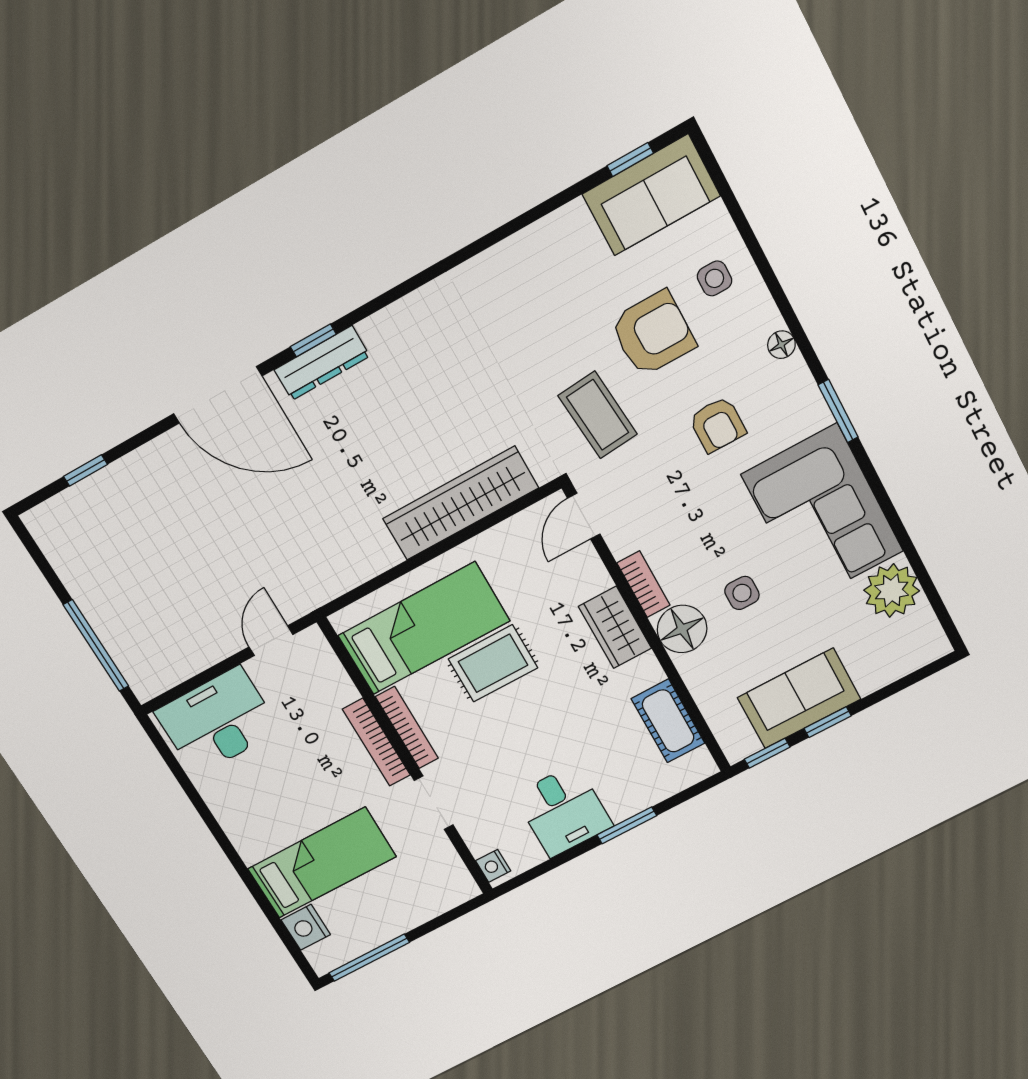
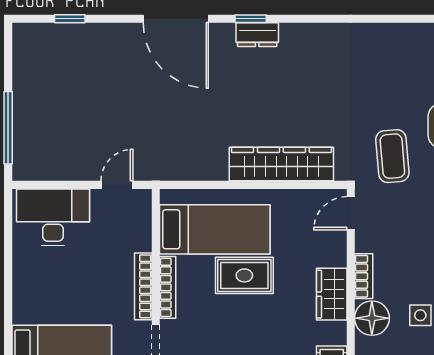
dresser: (322, 363) -> (257, 35), width x0.70

